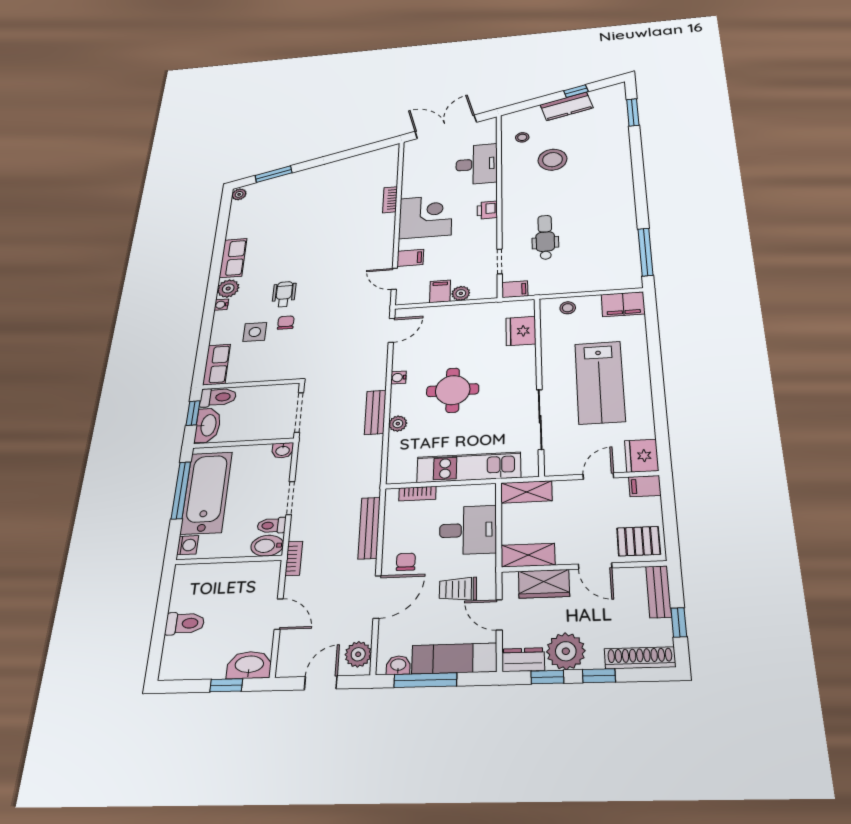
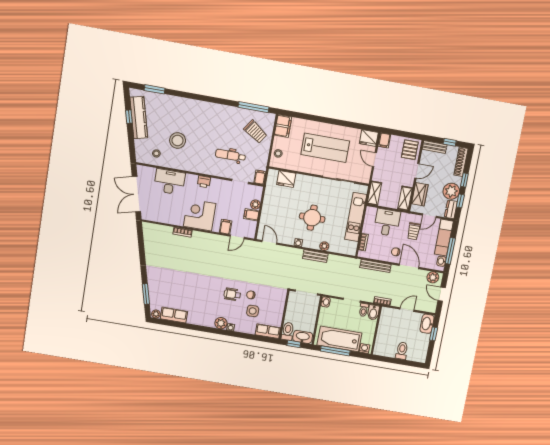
kitchen counter: (567, 106) -> (139, 118), width x1.50
row of seats: (233, 258) -> (174, 315), moved
trolley: (600, 264) -> (255, 132), added

